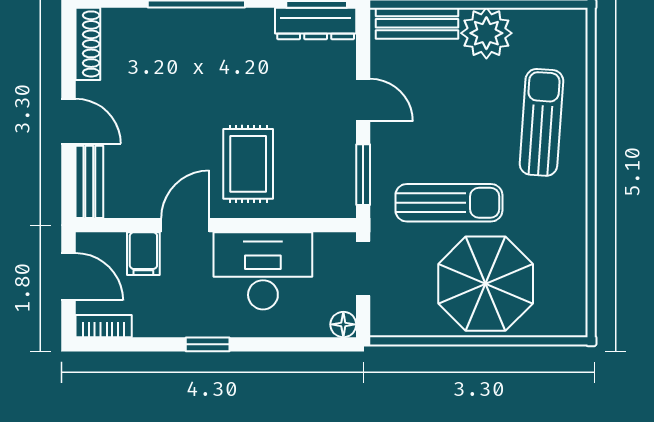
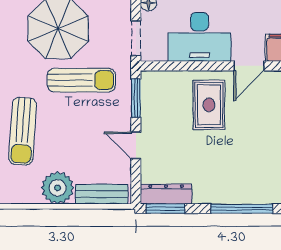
sun lounger: (449, 203) -> (81, 80), turned 180

